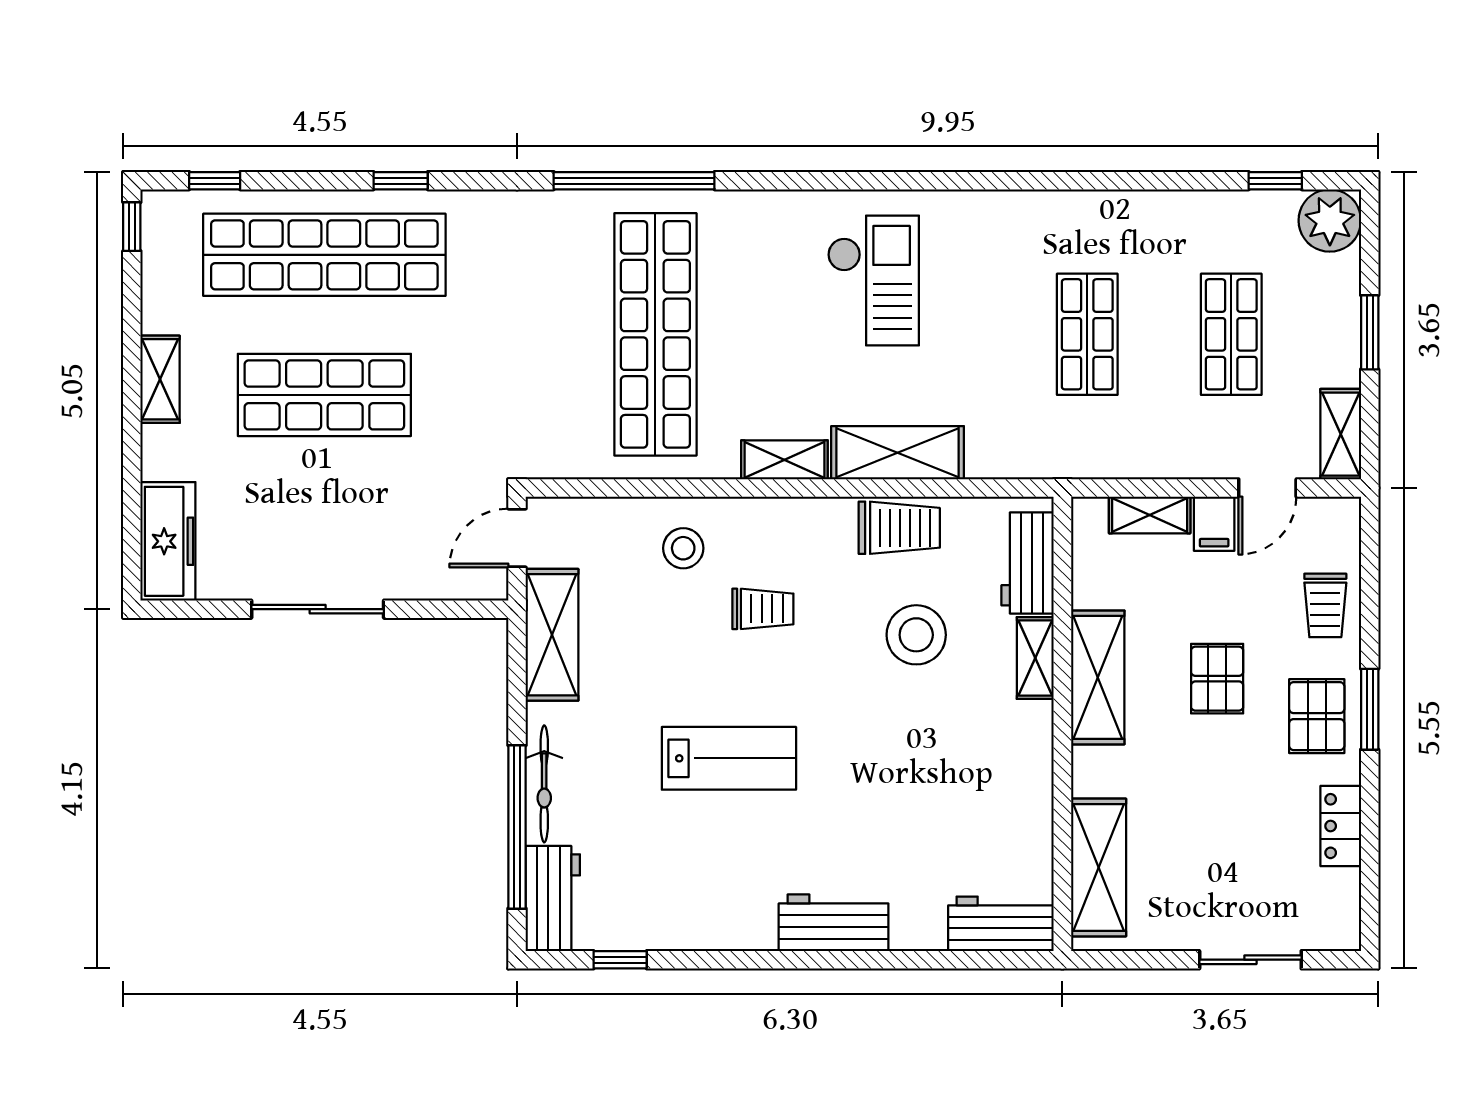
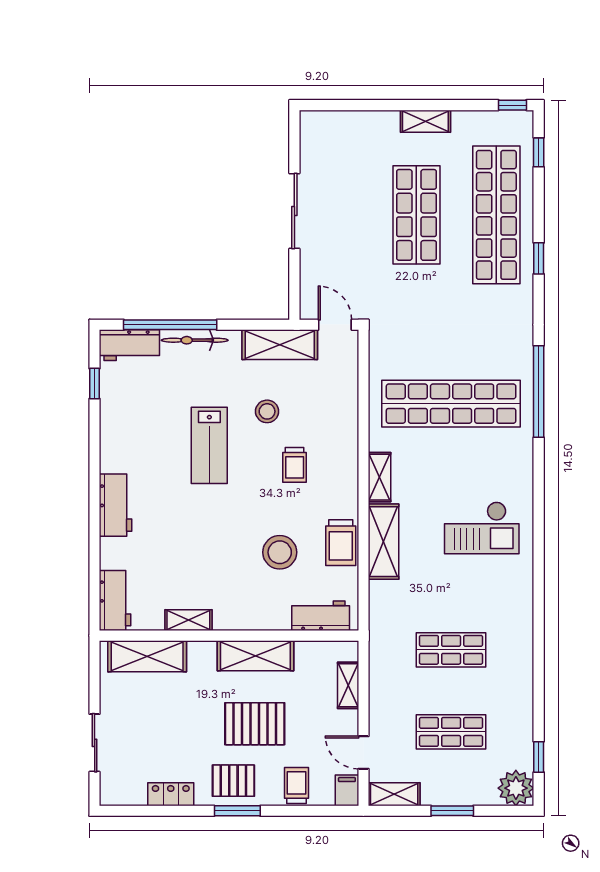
filing cabinet: (1214, 524) -> (347, 790), moved, turned 90
freezer: (168, 541) -> (333, 126), removed
stool: (683, 548) -> (267, 411), moved
trolley: (1325, 605) -> (296, 785), turned 90
shelving: (1035, 658) -> (188, 620), moved
pallet: (1217, 679) -> (255, 724), width x1.50, depth x1.42

